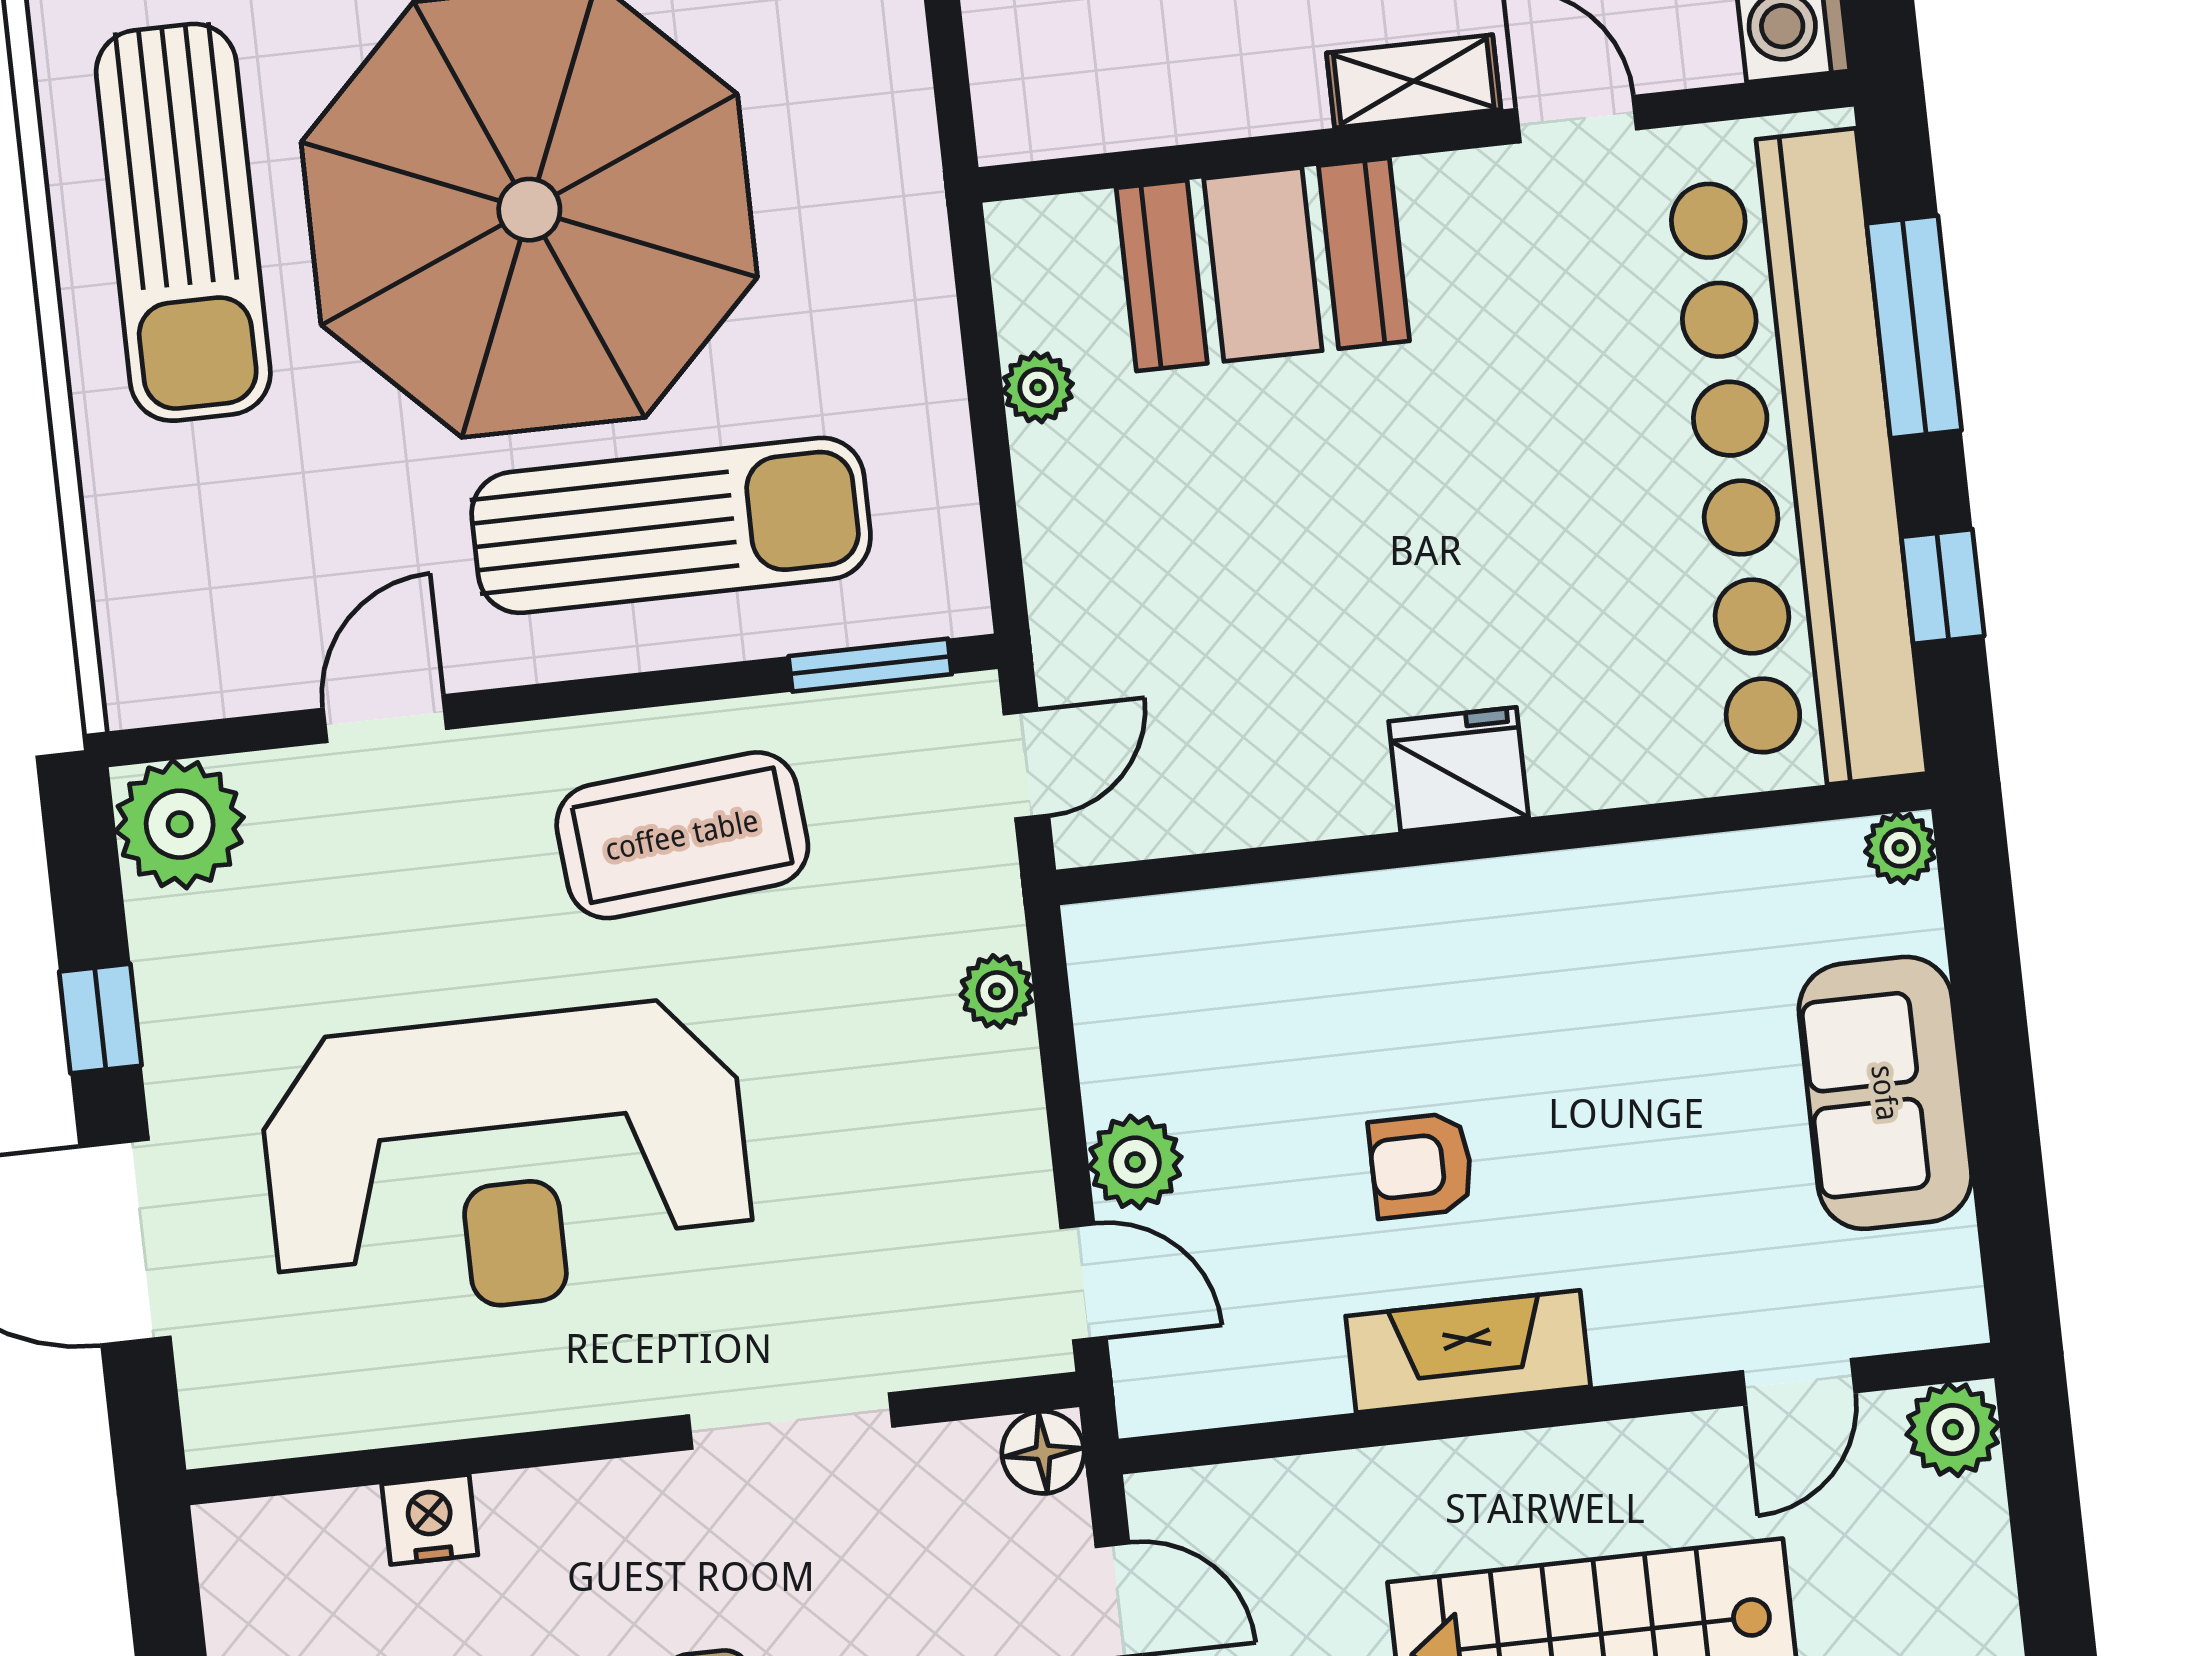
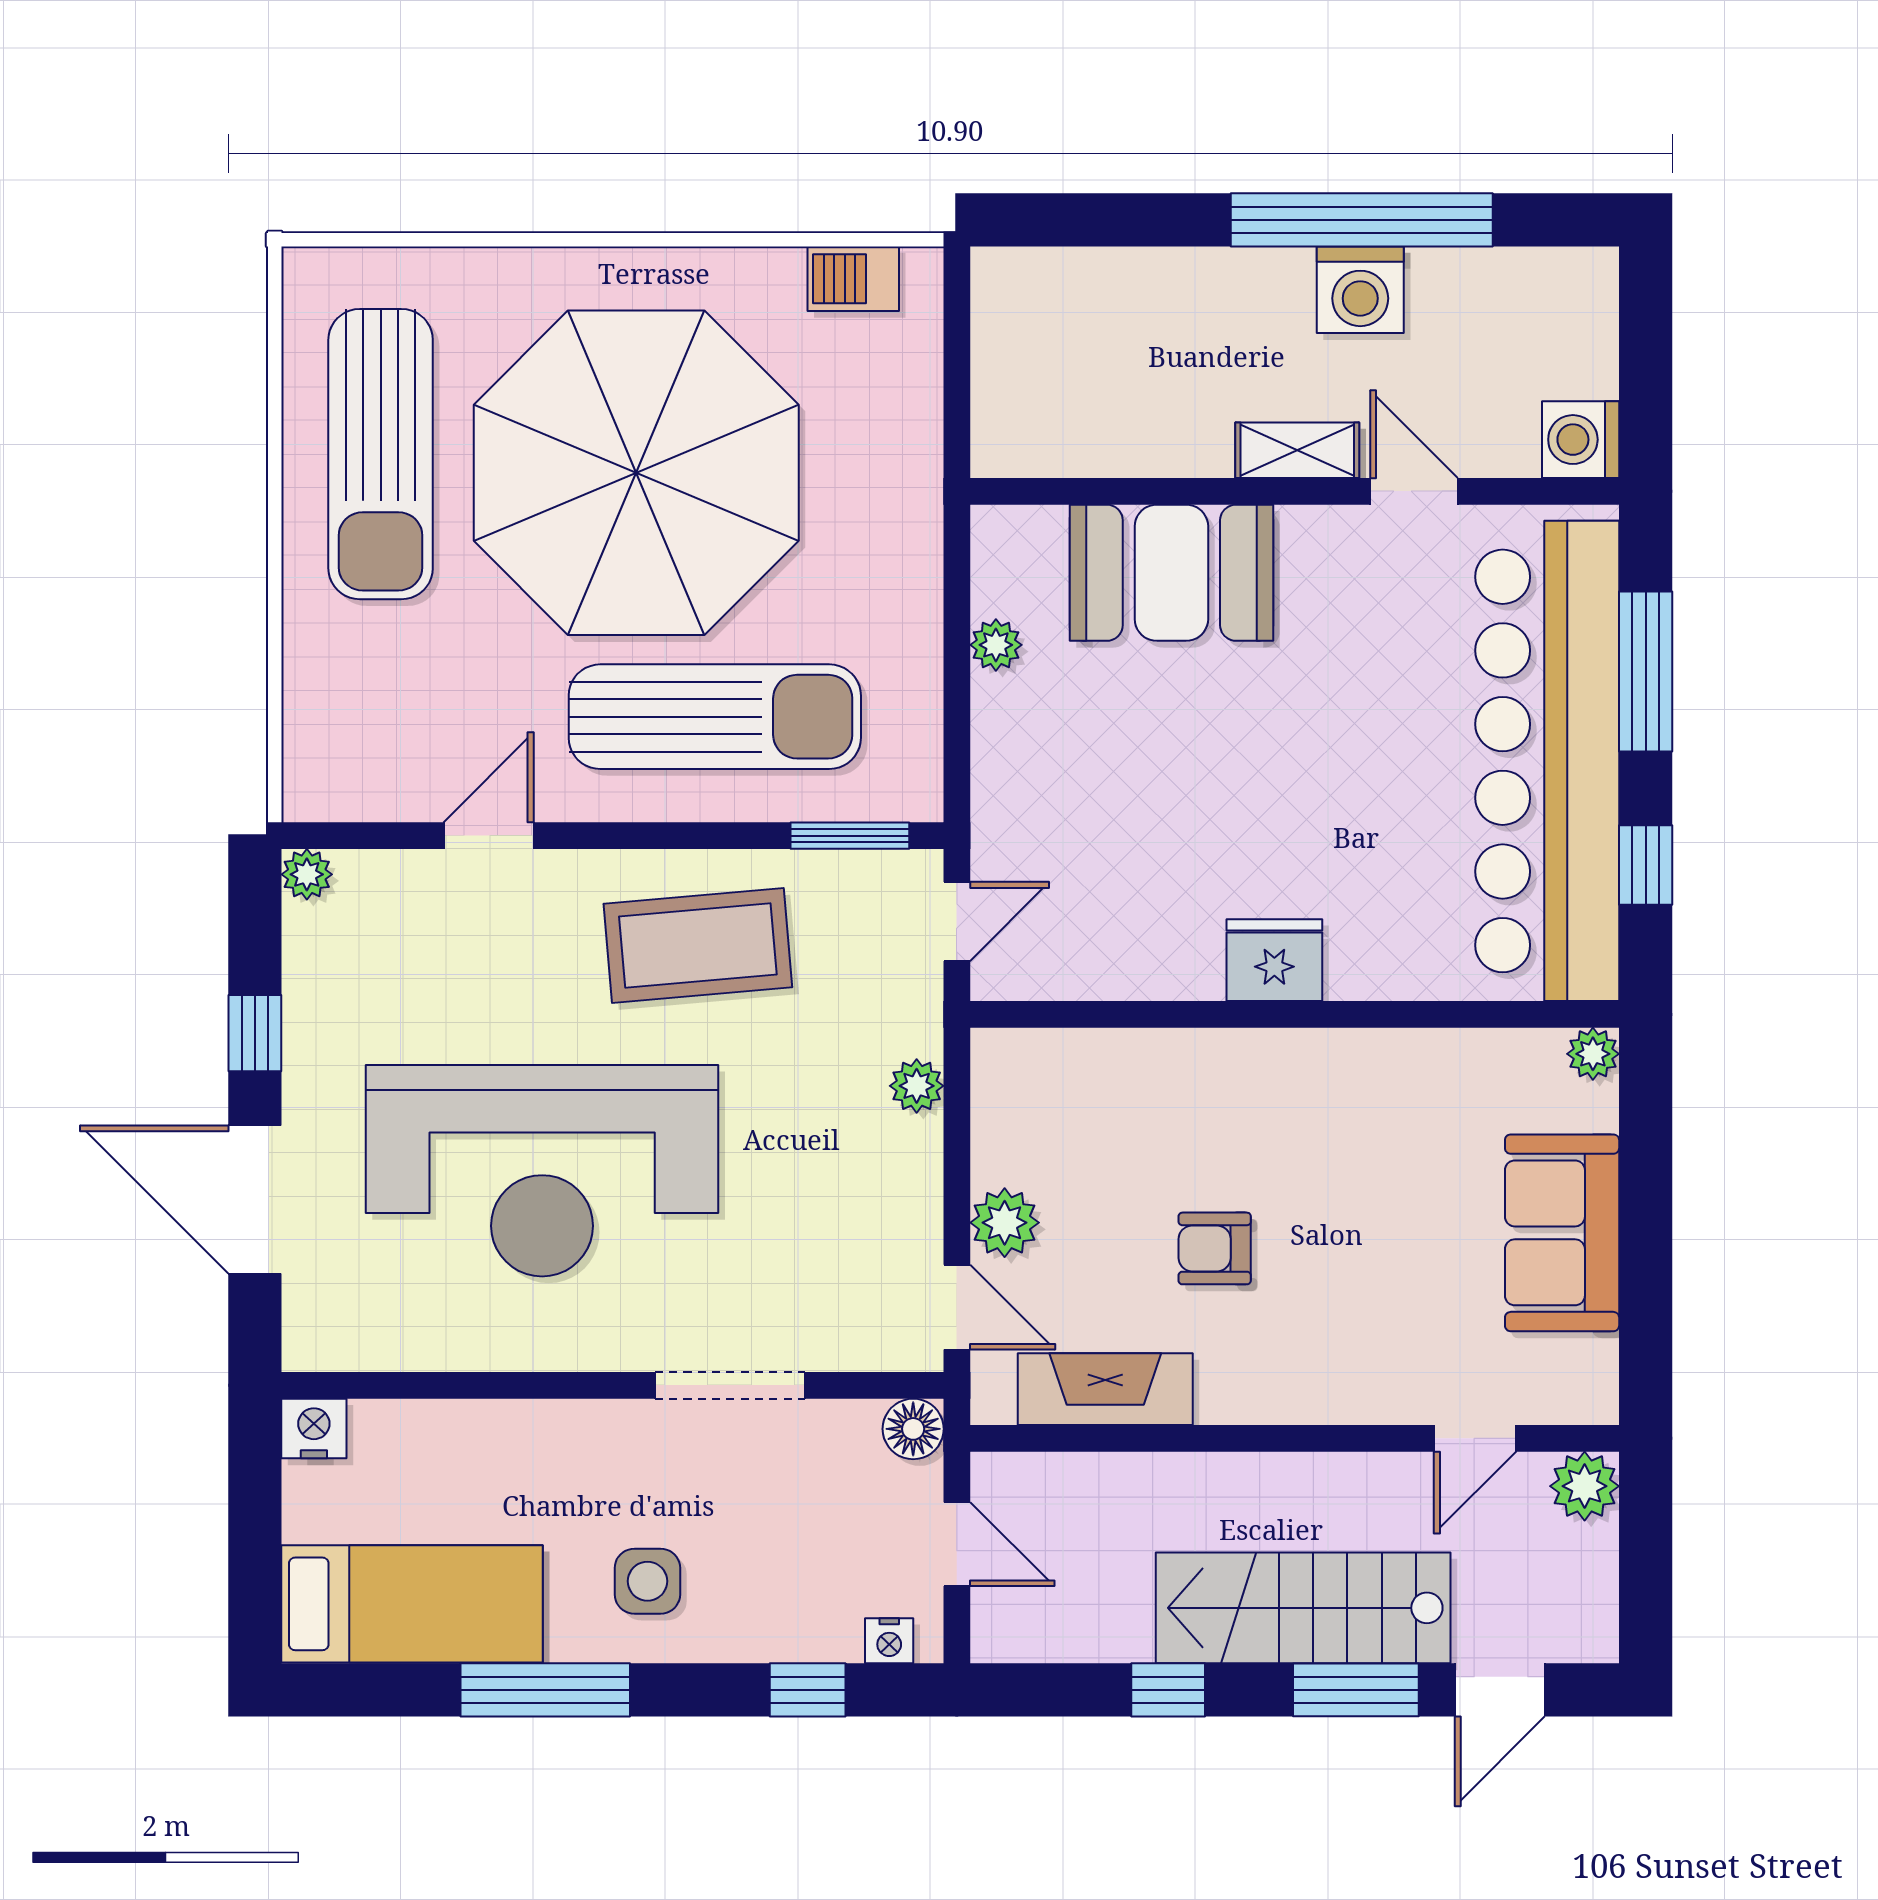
plant: (180, 824) -> (307, 874), width x0.53, depth x0.53
fireplace: (1468, 1351) -> (1105, 1389), moved
nightstand: (430, 1520) -> (314, 1428), moved

